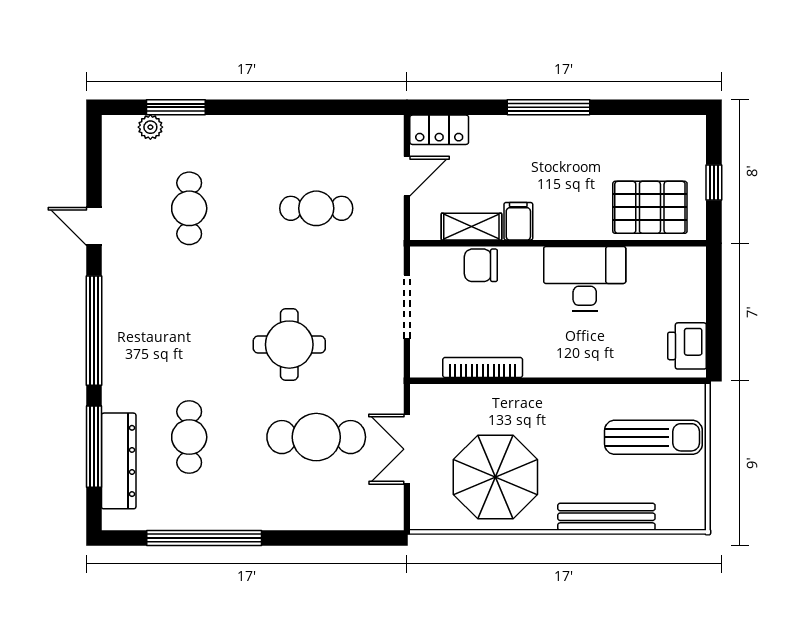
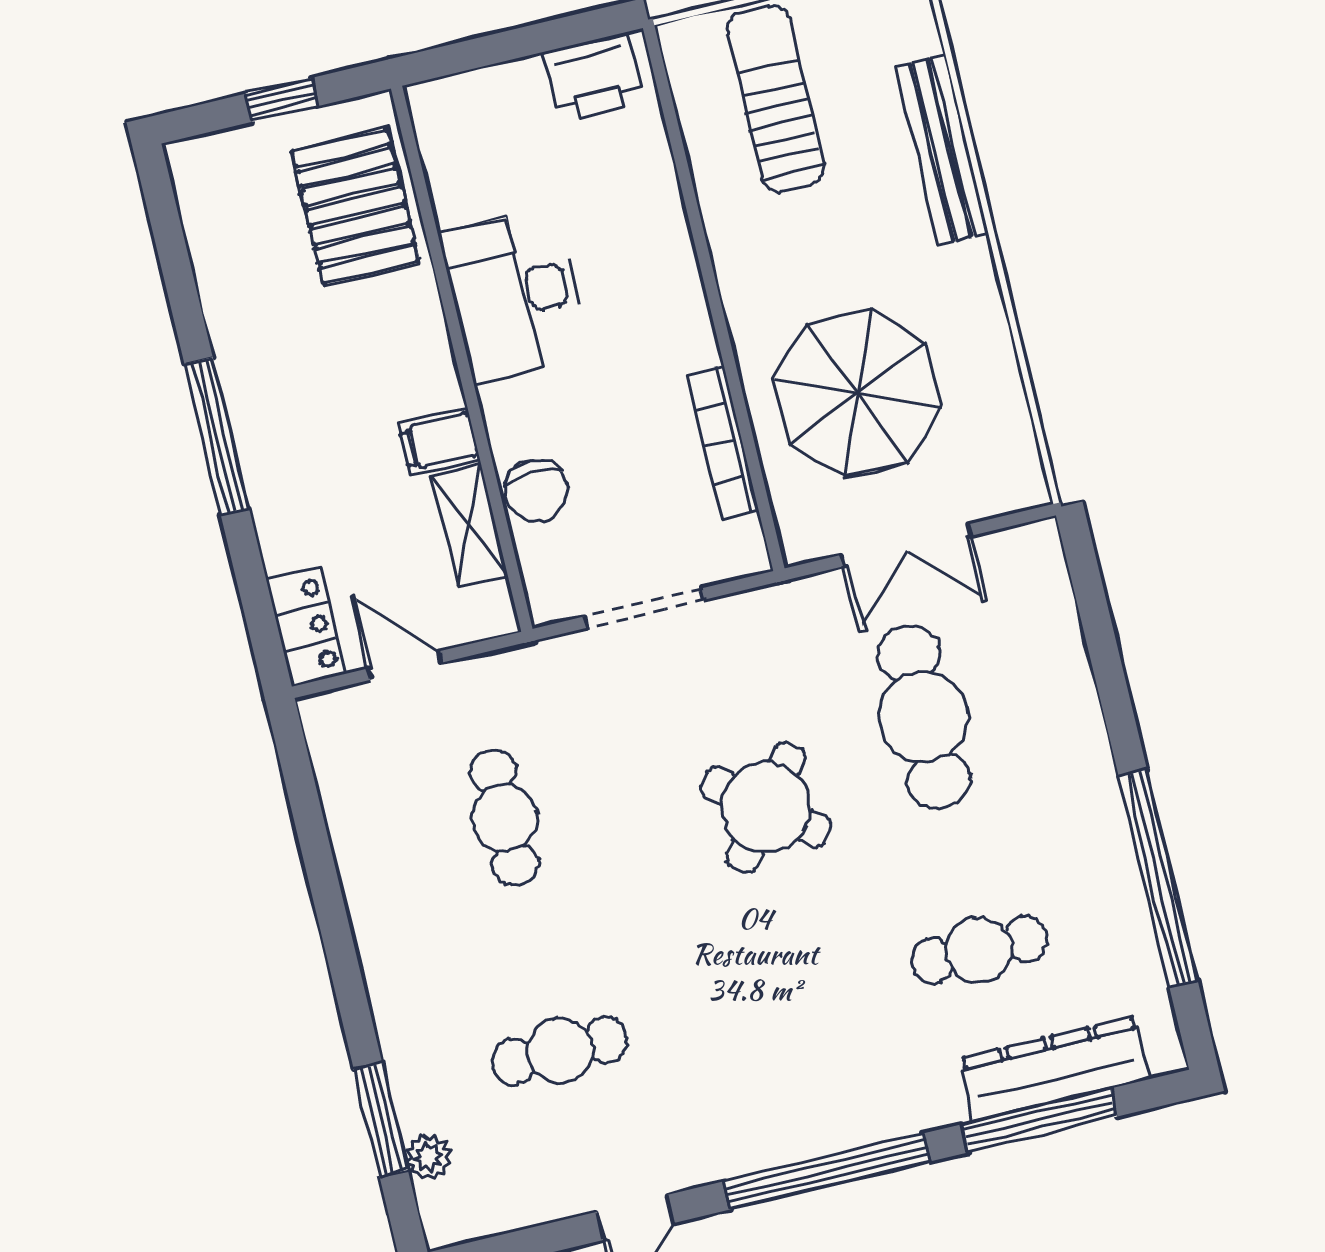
round table: (289, 345) -> (766, 807), turned 38
parasol: (495, 477) -> (858, 393), moved

